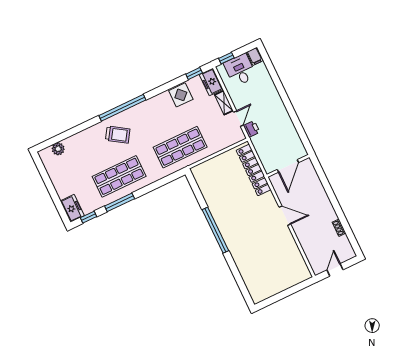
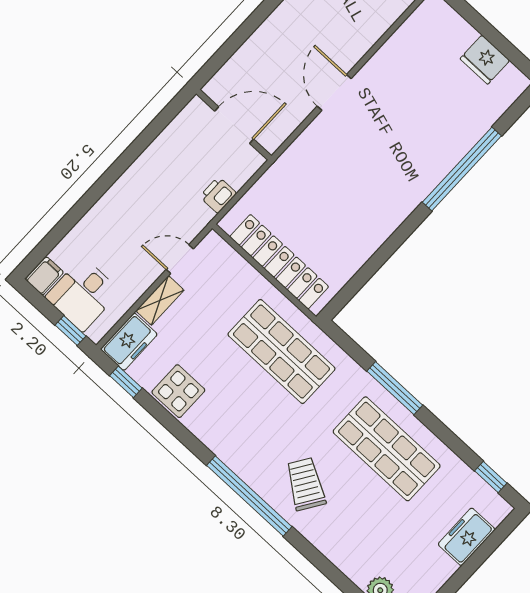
printer: (252, 129) -> (218, 195), moved
locker: (254, 170) -> (279, 262), moved, turned -90
window: (120, 202) -> (395, 388), moved
freezer: (72, 208) -> (467, 537), moved
window: (215, 230) -> (462, 169), moved
fridge: (273, 288) -> (485, 60), added

